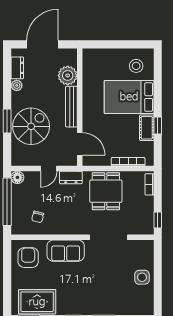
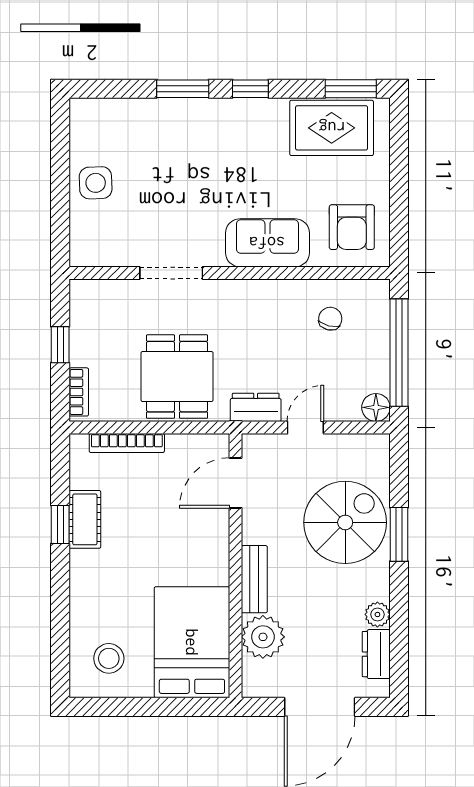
bed: (129, 97) -> (192, 642), moved, turned -90
bench: (71, 107) -> (254, 579), width x0.73
spiral stairs: (31, 126) -> (345, 522), turned 180
door: (80, 144) -> (235, 483), hinge flipped
window: (158, 220) -> (60, 345), moved
doorway: (108, 237) -> (171, 273), width x0.73

